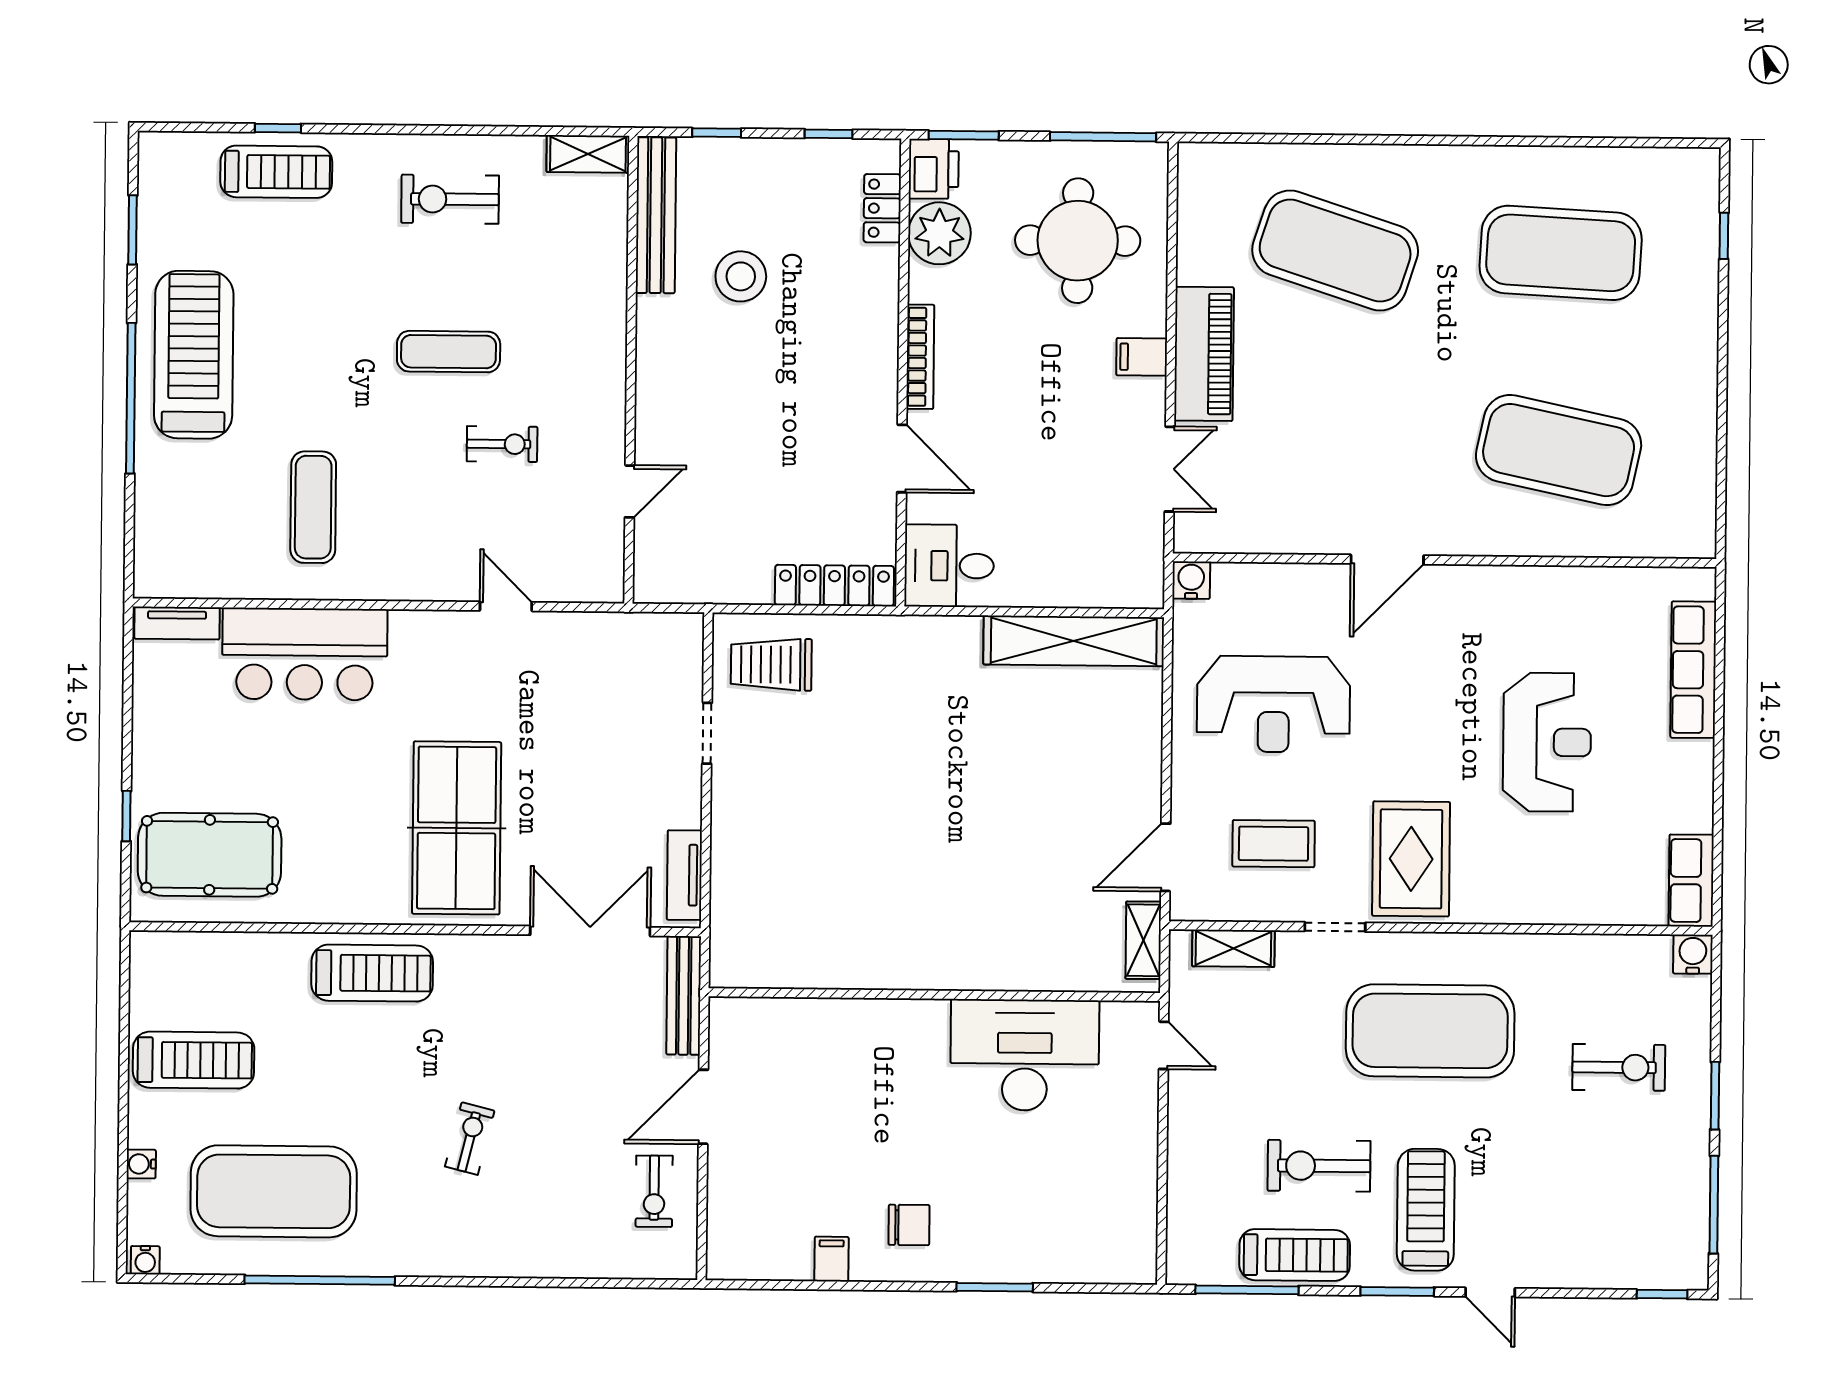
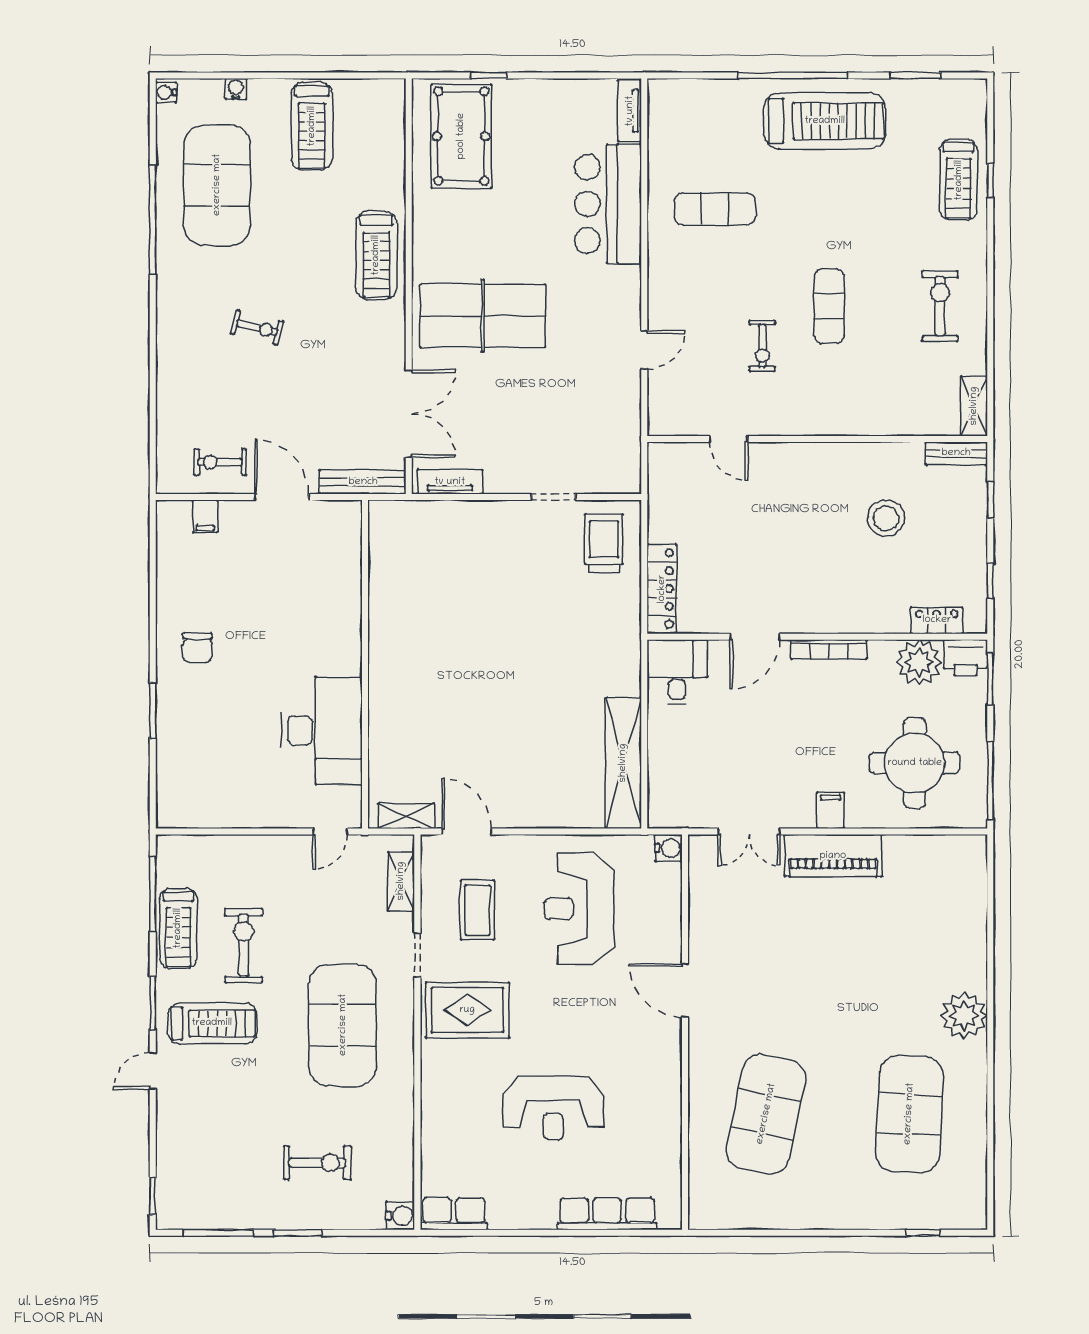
plant: (1426, 176) -> (964, 1016), added
bench: (656, 215) -> (956, 453), width x0.54, depth x0.82
exercise mat: (1335, 251) -> (909, 950), removed
exercise bike: (1619, 1067) -> (317, 1163), turned -90
filing cabinet: (831, 1259) -> (205, 516), moved, turned 90

